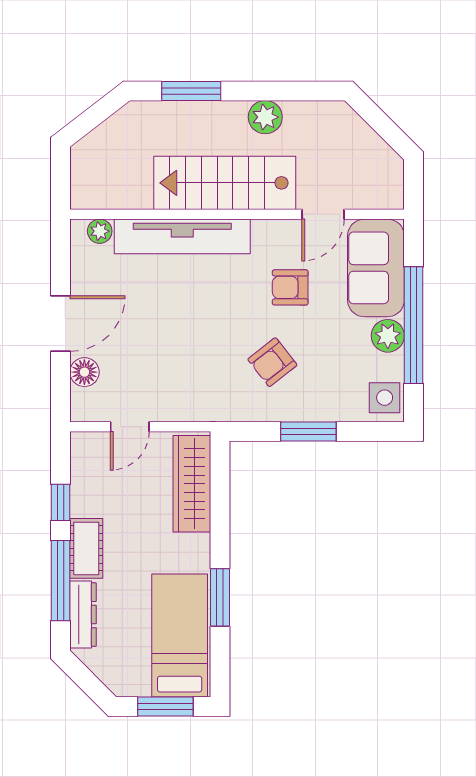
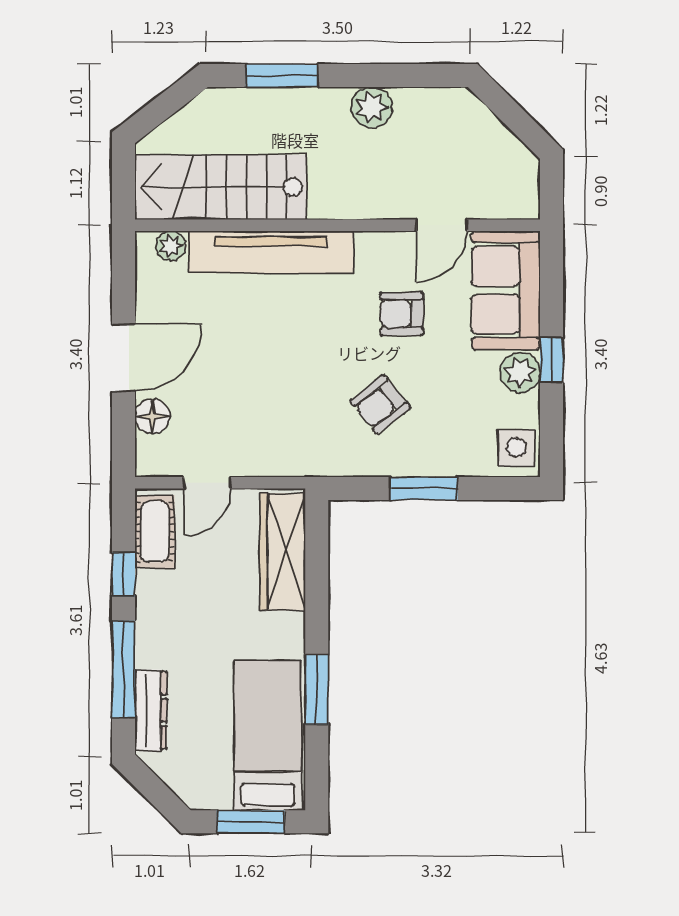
stairs: (225, 183) -> (221, 187), moved
window: (414, 325) -> (551, 360), width x0.32
cot: (86, 548) -> (155, 532), moved

